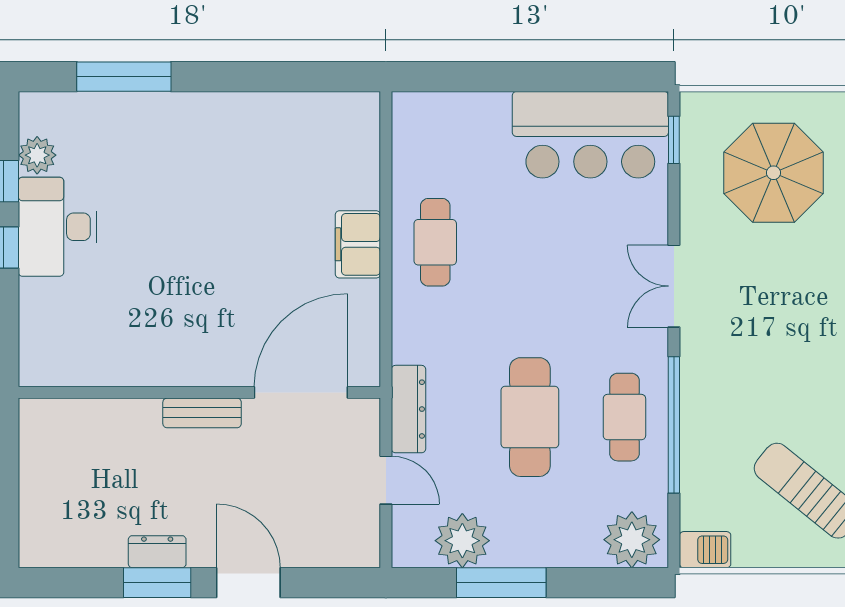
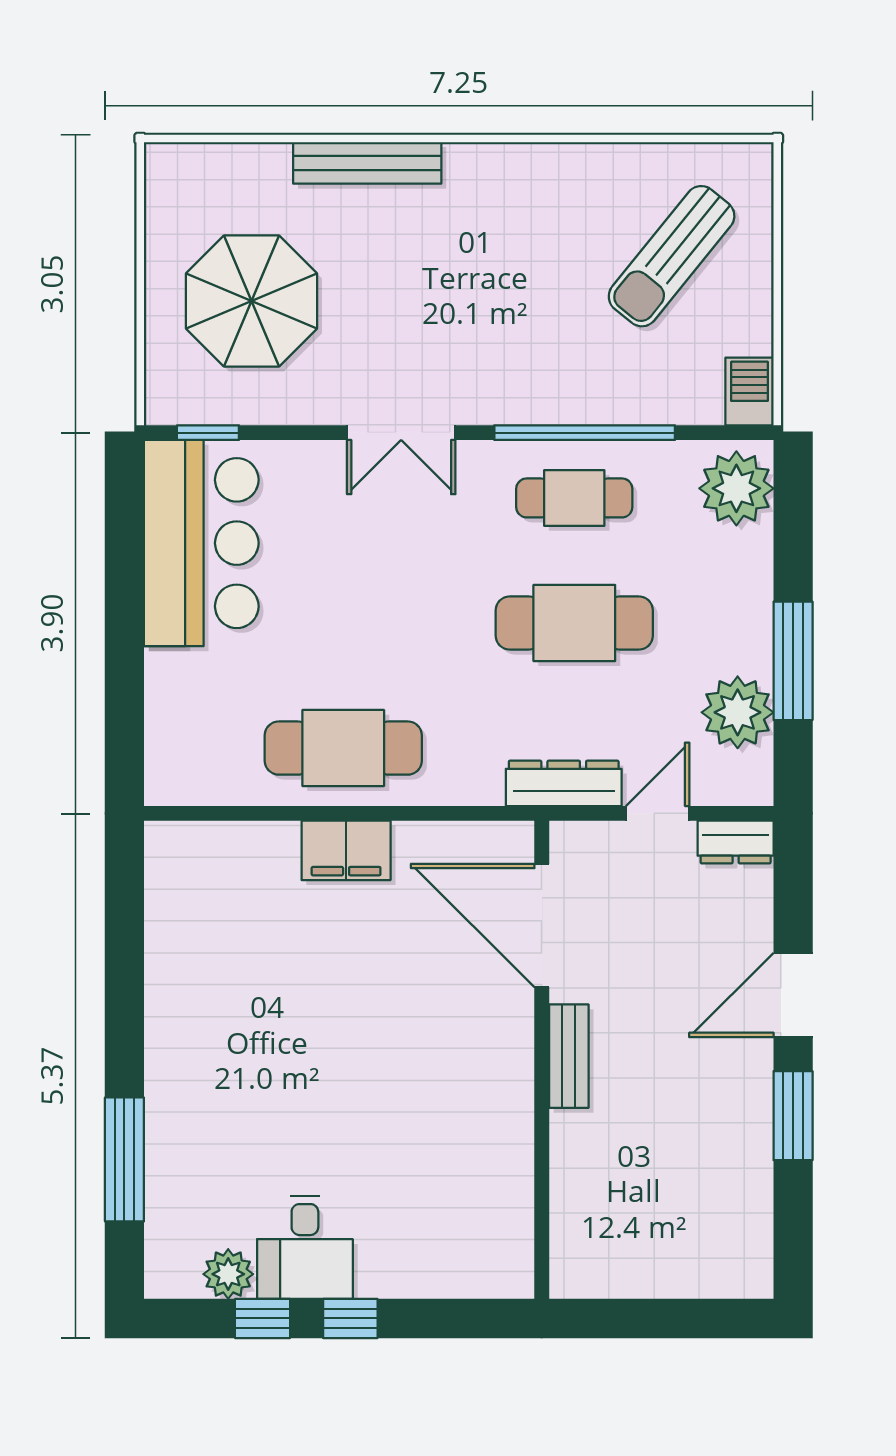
desk: (57, 227) -> (305, 1247), width x0.73
cafe table: (435, 242) -> (343, 748), width x1.37, depth x1.35
dresser: (157, 552) -> (736, 842), moved, turned -90

